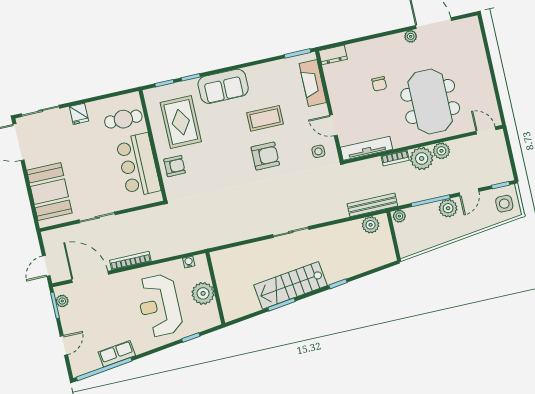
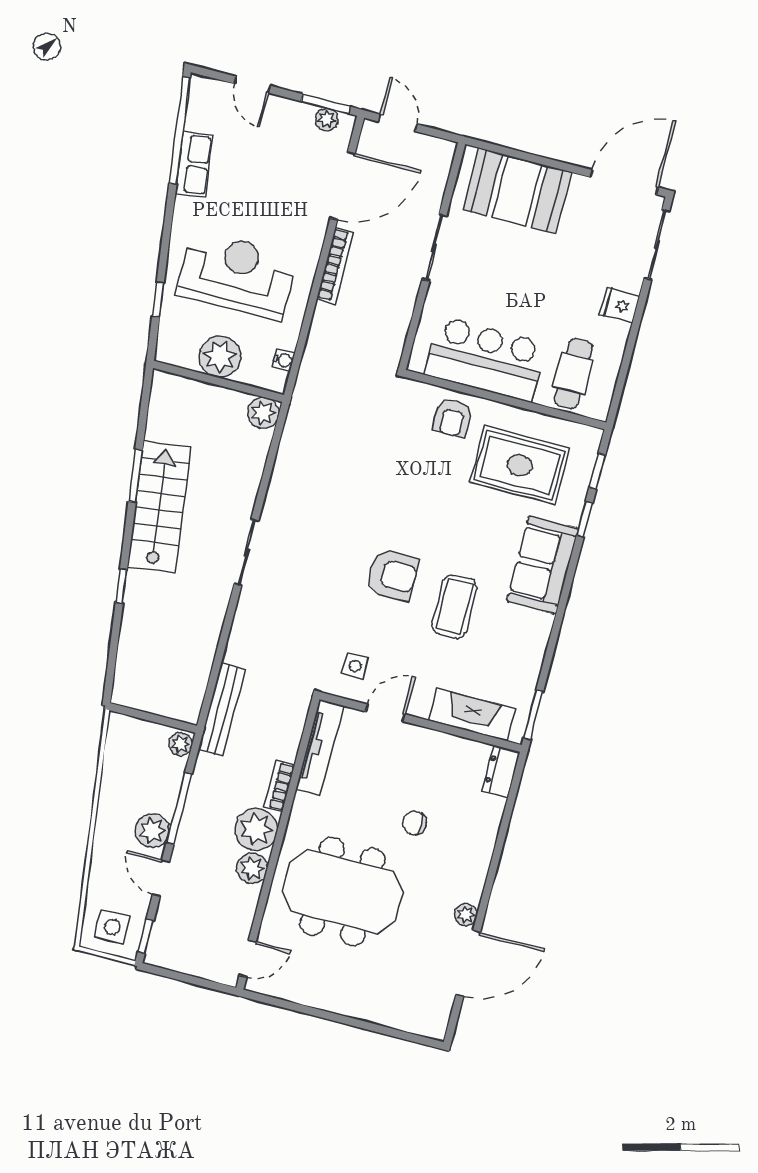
armchair: (265, 156) -> (393, 575), turned -90
plant: (371, 225) -> (263, 413), moved

